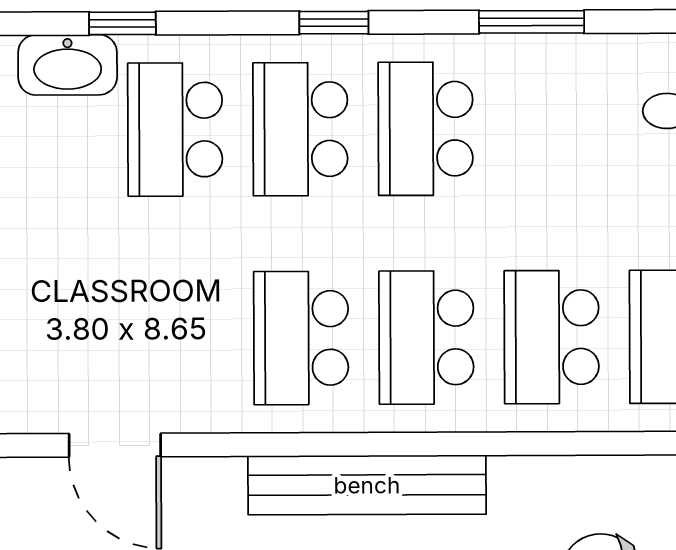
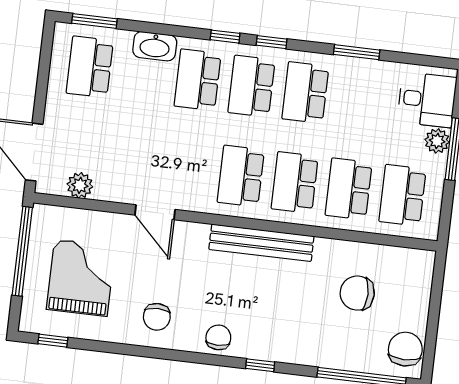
window: (122, 23) -> (225, 37), moved

